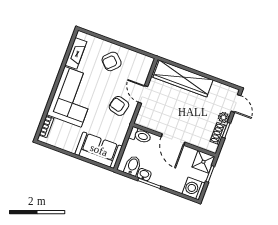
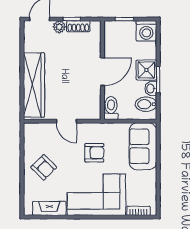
door: (143, 94) -> (66, 121), hinge flipped
armchair: (119, 106) -> (94, 153), moved, turned -105
shower: (203, 162) -> (146, 70), moved

